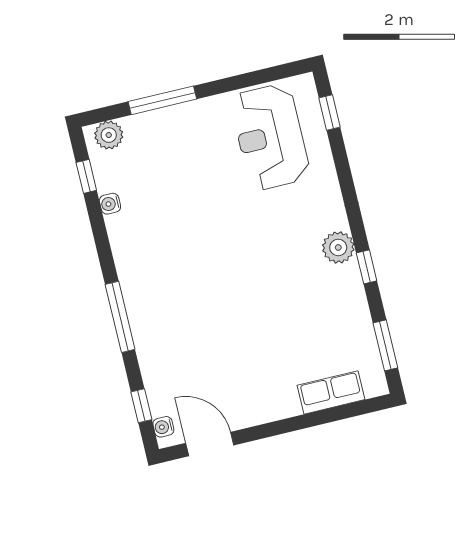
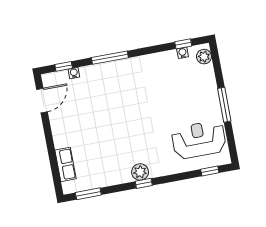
window: (162, 100) -> (224, 105), moved
water cooler: (110, 204) -> (183, 53), moved
window: (367, 267) -> (144, 183), moved
water cooler: (163, 427) -> (74, 73), moved

